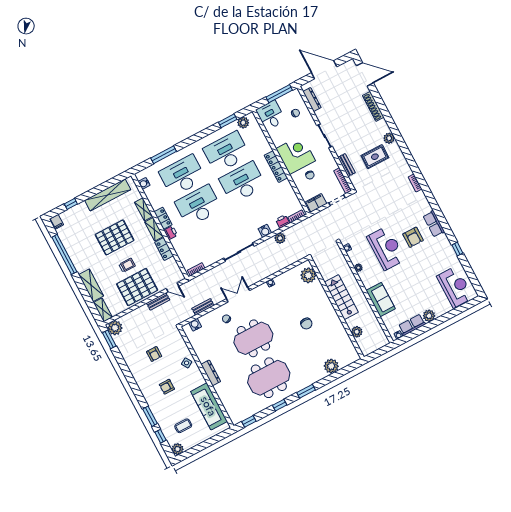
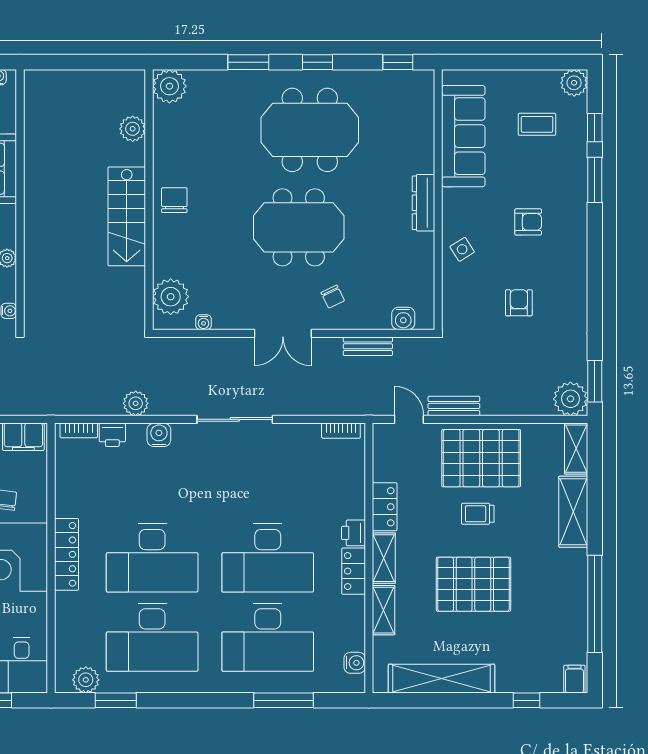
plant: (308, 275) -> (171, 297), moved
stairs: (341, 297) -> (127, 216), moved
wall: (336, 308) -> (149, 200), moved
plant: (357, 332) -> (133, 129), moved

